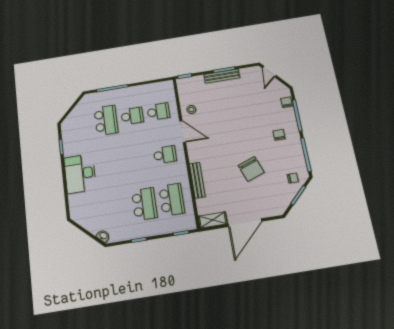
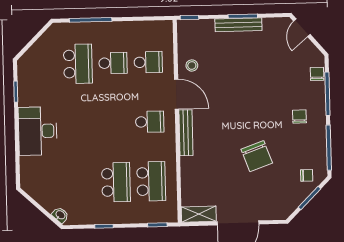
bench: (197, 180) -> (186, 133), moved

